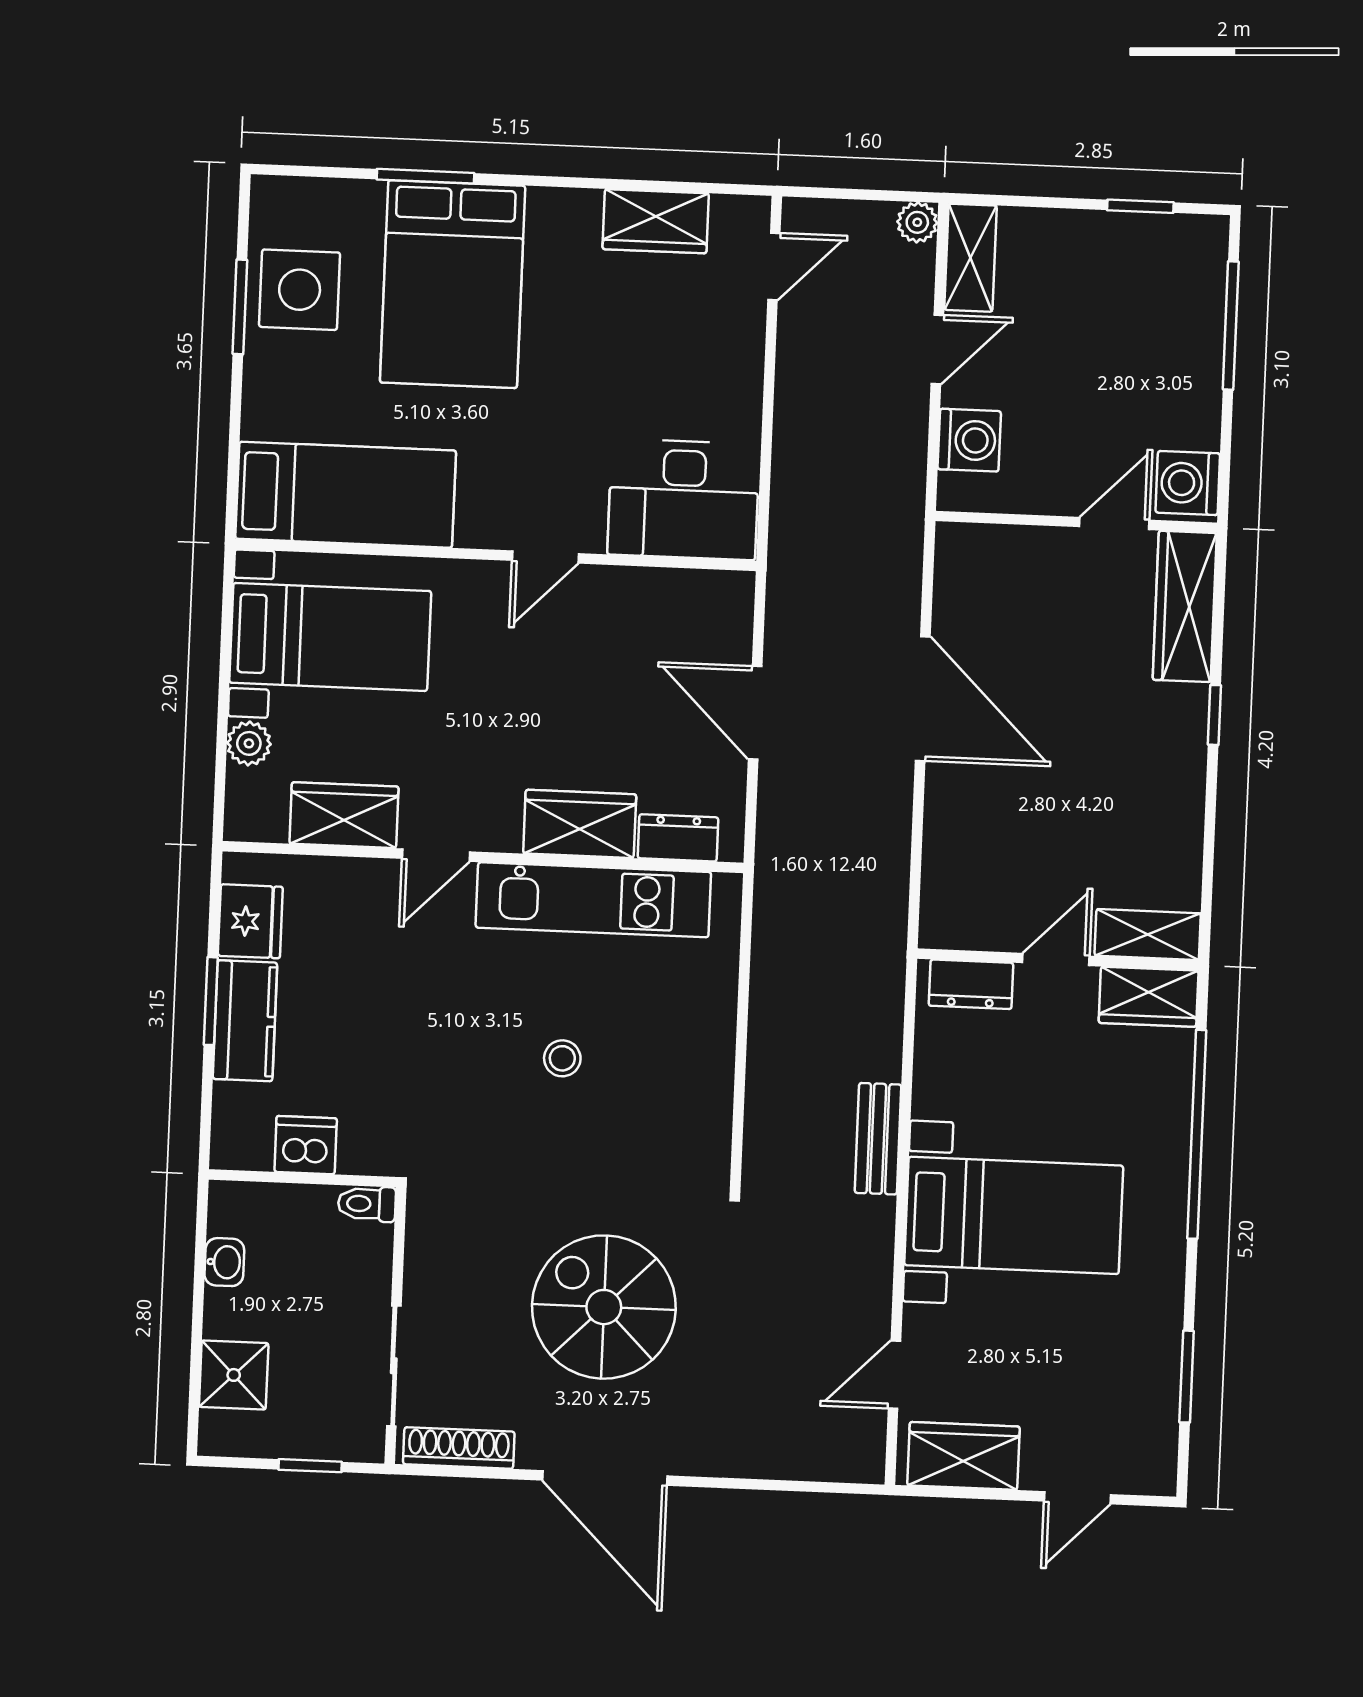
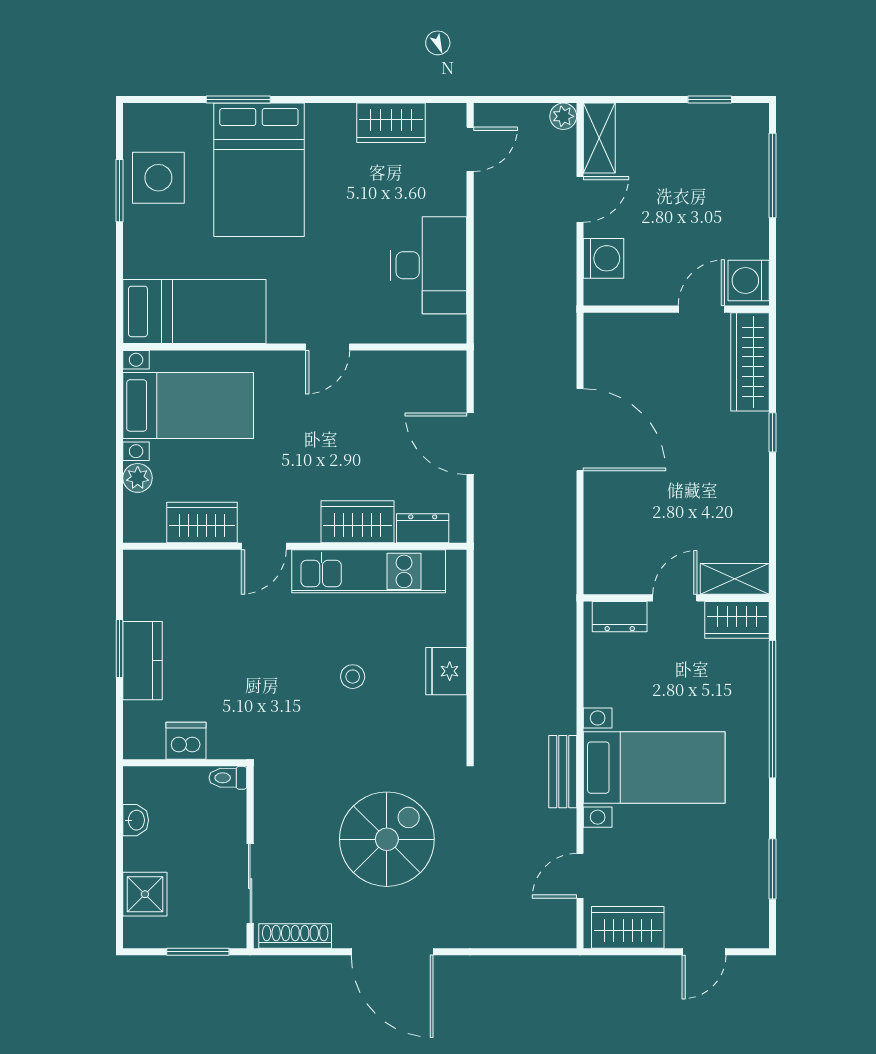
desk: (683, 499) -> (428, 265), moved, turned -90
fridge: (250, 921) -> (446, 671), moved, turned 180
bench: (878, 1139) -> (563, 772), moved
spiral stairs: (604, 1307) -> (387, 839), turned 90
window: (310, 1466) -> (198, 952), width x1.50

